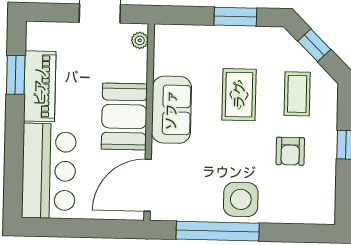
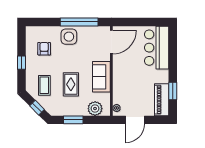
plant: (187, 40) -> (95, 109), added
piano: (40, 86) -> (162, 100), moved
booth: (124, 116) -> (123, 73), removed
armchair: (290, 151) -> (44, 49), moved

